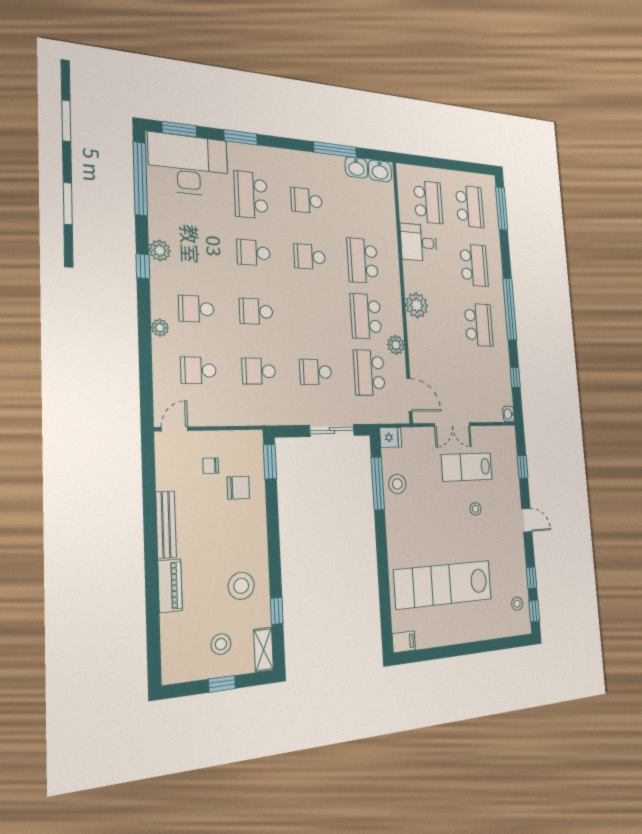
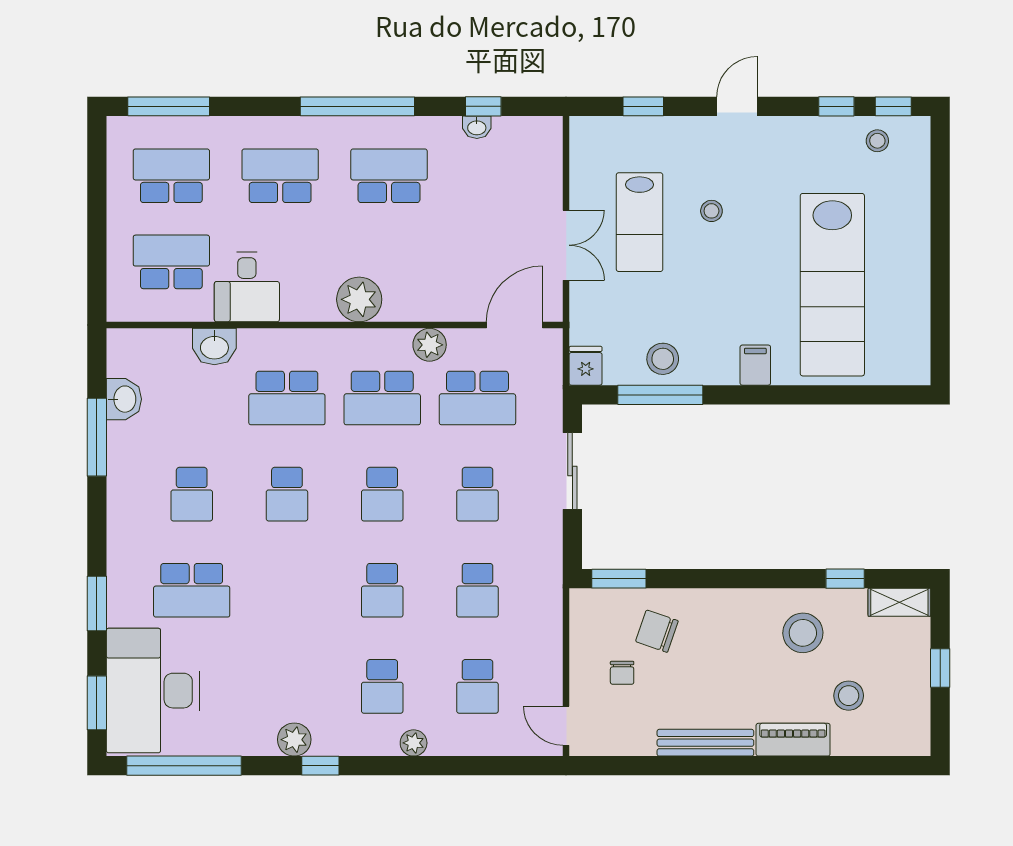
washbasin: (380, 171) -> (214, 347), moved, turned 90
school desk: (254, 253) -> (382, 494), moved
washbasin: (509, 414) -> (477, 127), moved
chair: (238, 488) -> (657, 631), turned -71
filing cabinet: (404, 642) -> (755, 365), moved
stool: (221, 644) -> (849, 696), moved

